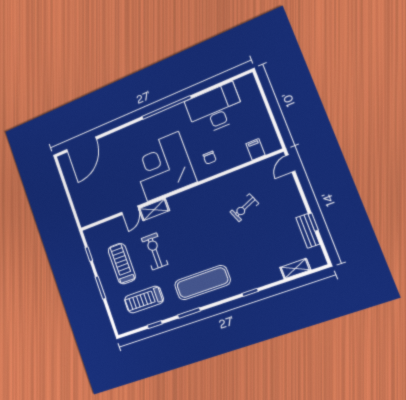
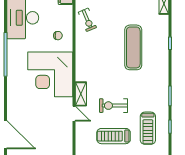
exercise bike: (244, 208) -> (87, 20), moved
exercise mat: (202, 283) -> (133, 47), moved

